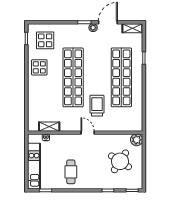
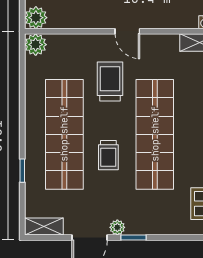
trolley: (98, 66) -> (108, 155), added
trolley: (97, 106) -> (110, 82), turned 180
plant: (137, 125) -> (36, 45), added

